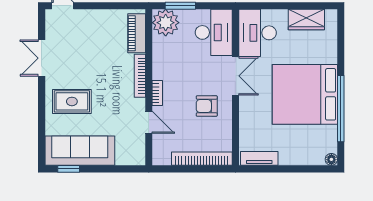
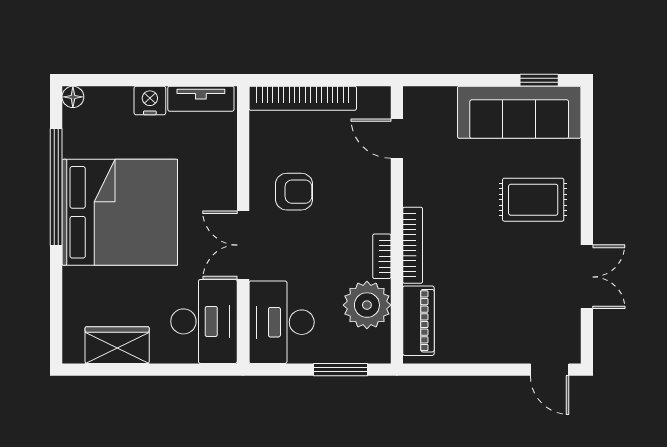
plant: (166, 23) -> (367, 305), moved
bookcase: (157, 93) -> (382, 256), moved
door: (149, 122) -> (397, 139), moved
nightstand: (288, 157) -> (150, 100), added

